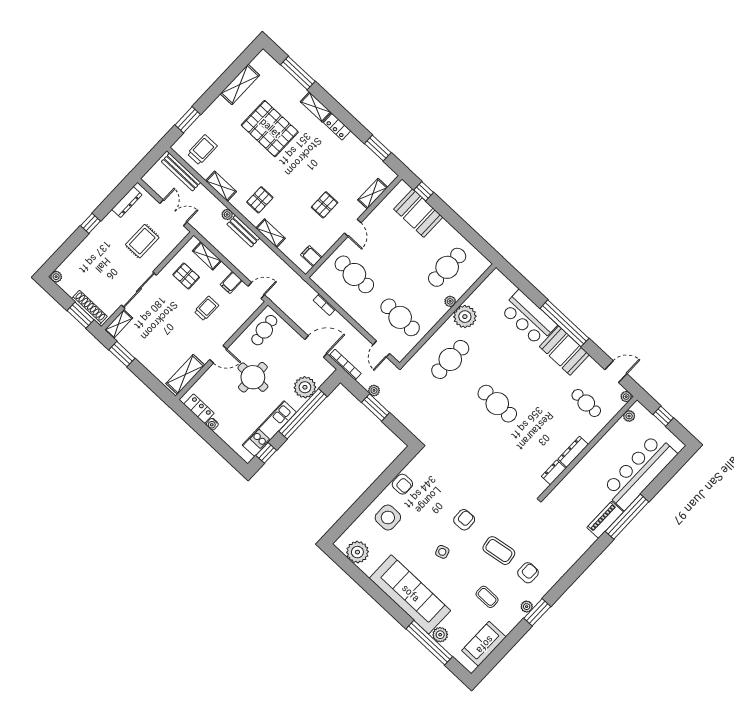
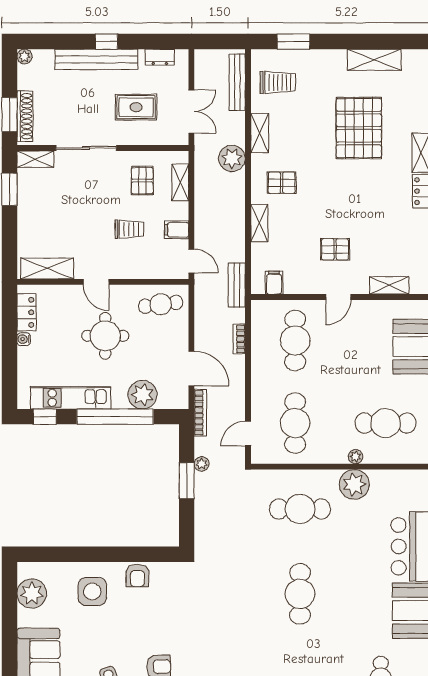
dresser: (127, 202) -> (160, 57), width x0.70
plant: (227, 214) -> (232, 158), width x1.87, depth x1.87
bench: (243, 231) -> (237, 285), moved
bench: (95, 238) -> (96, 59), added

